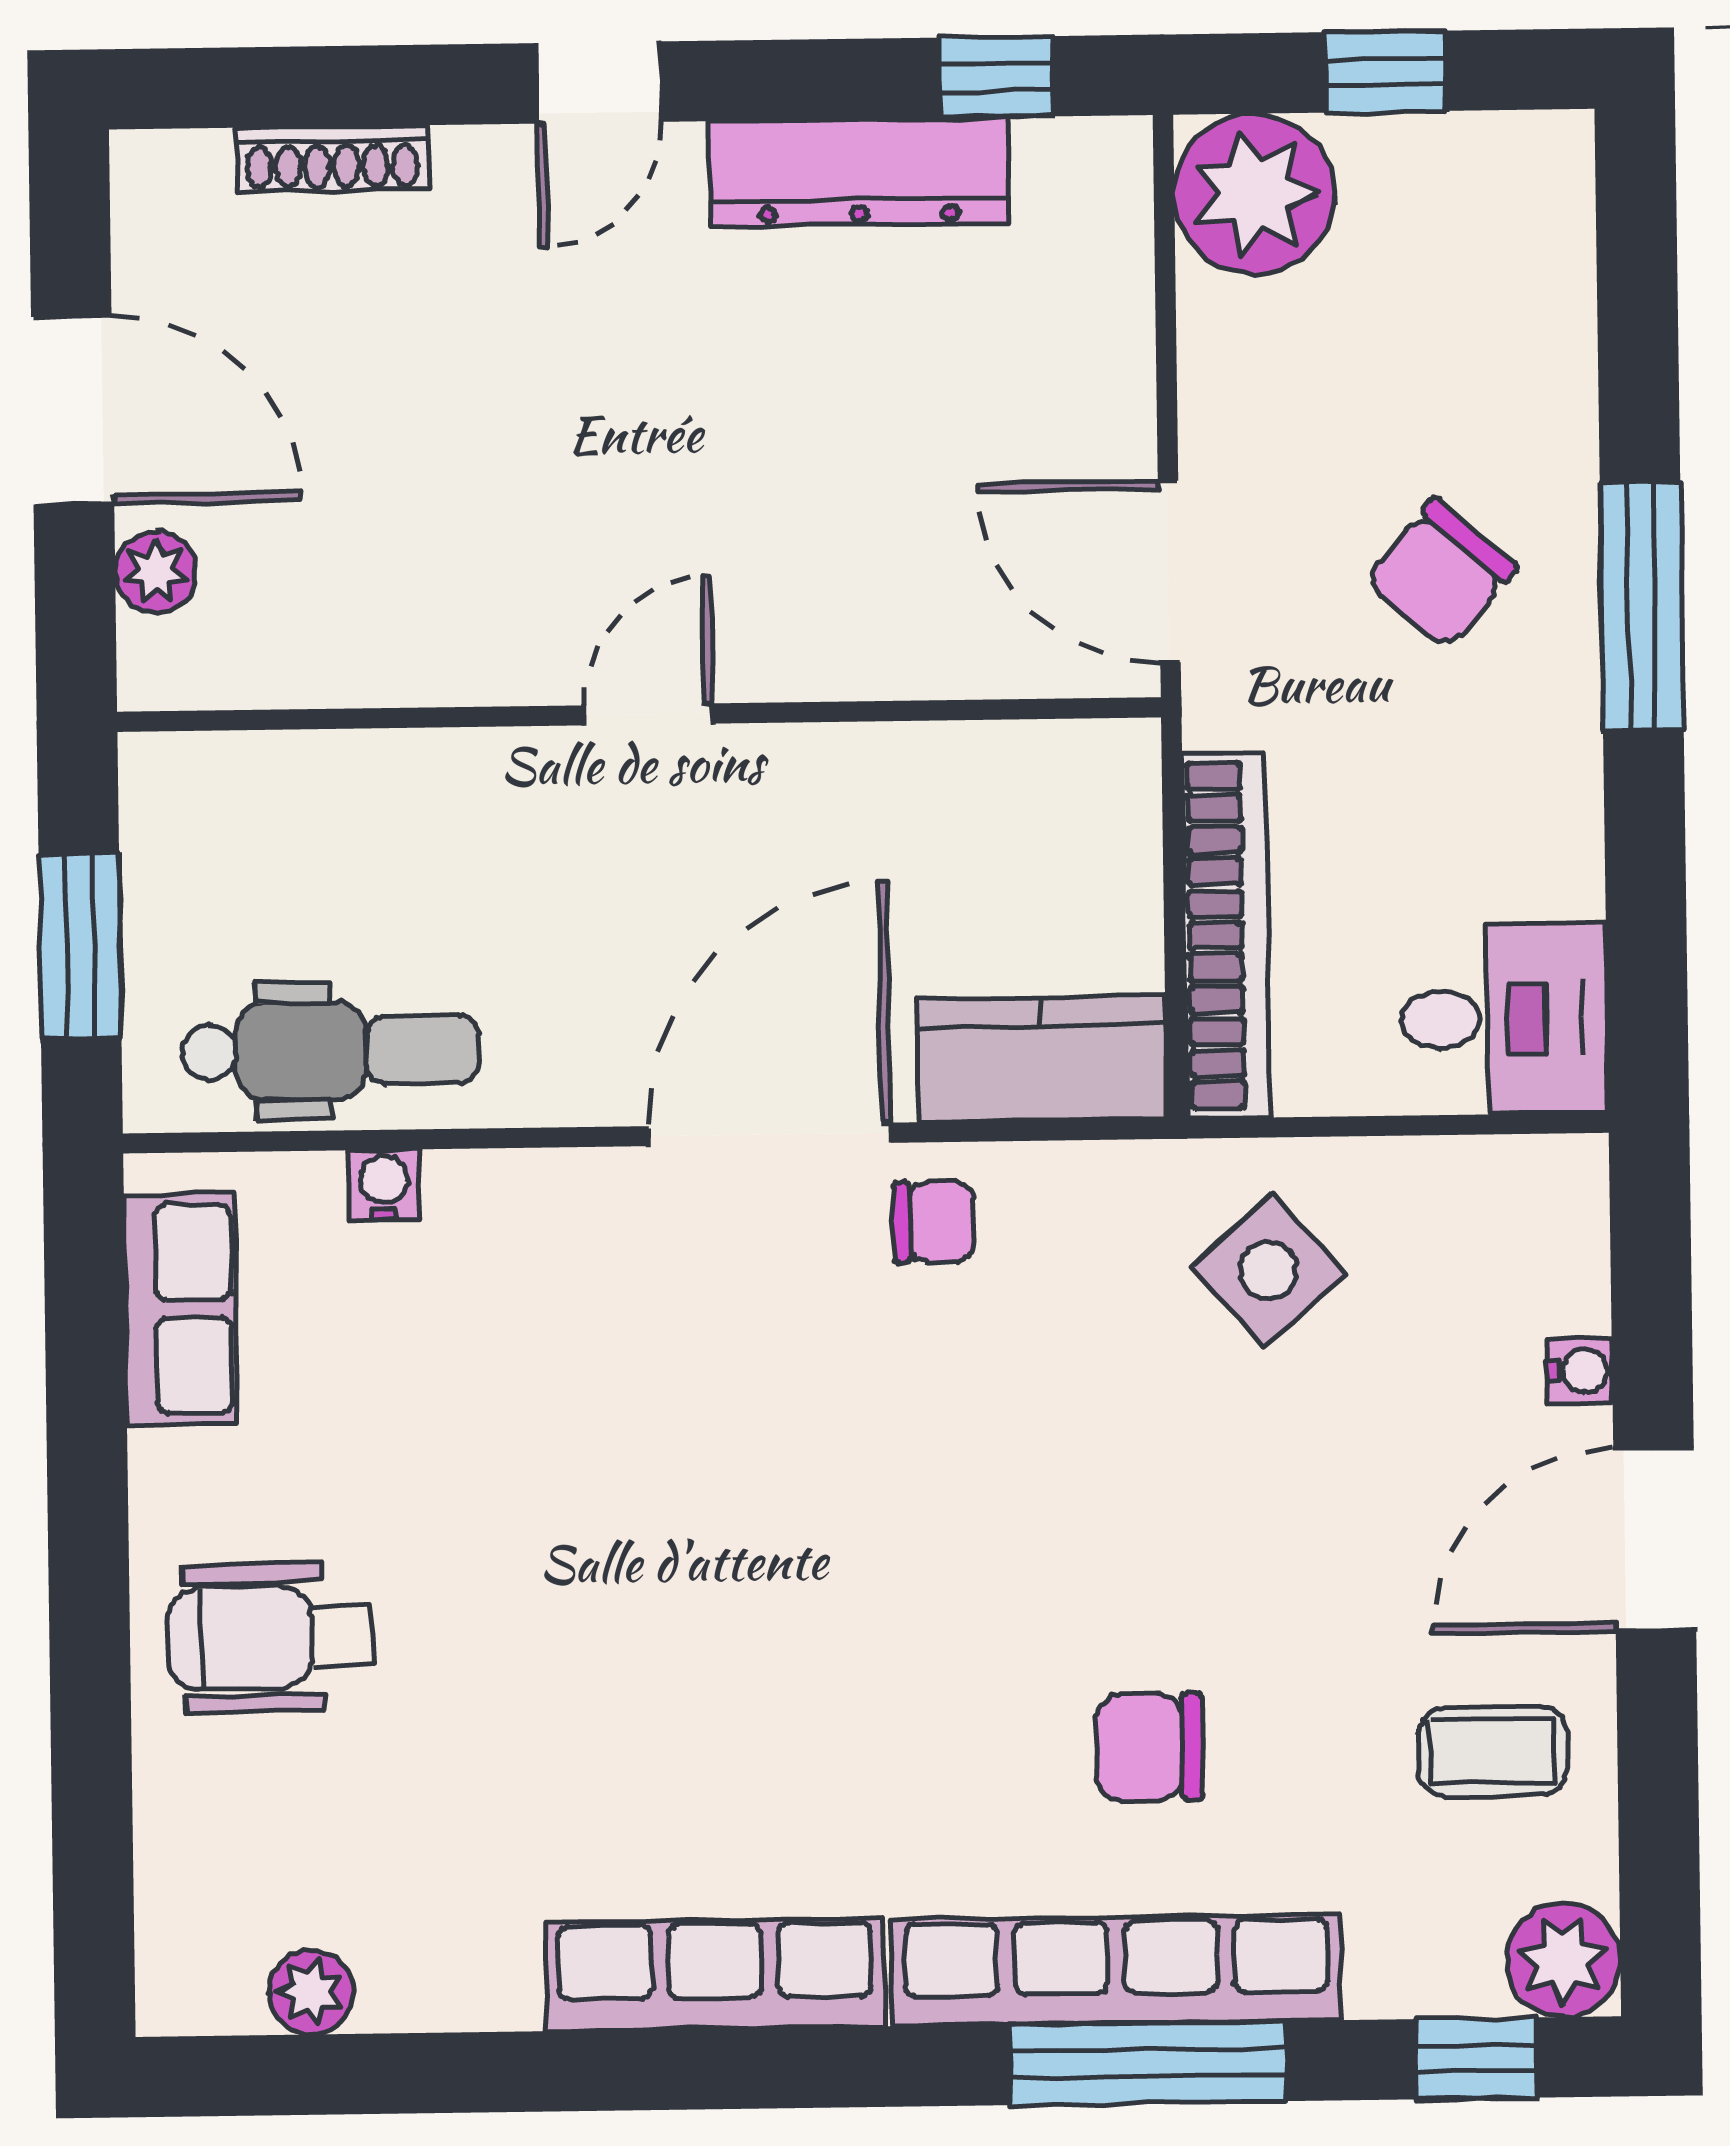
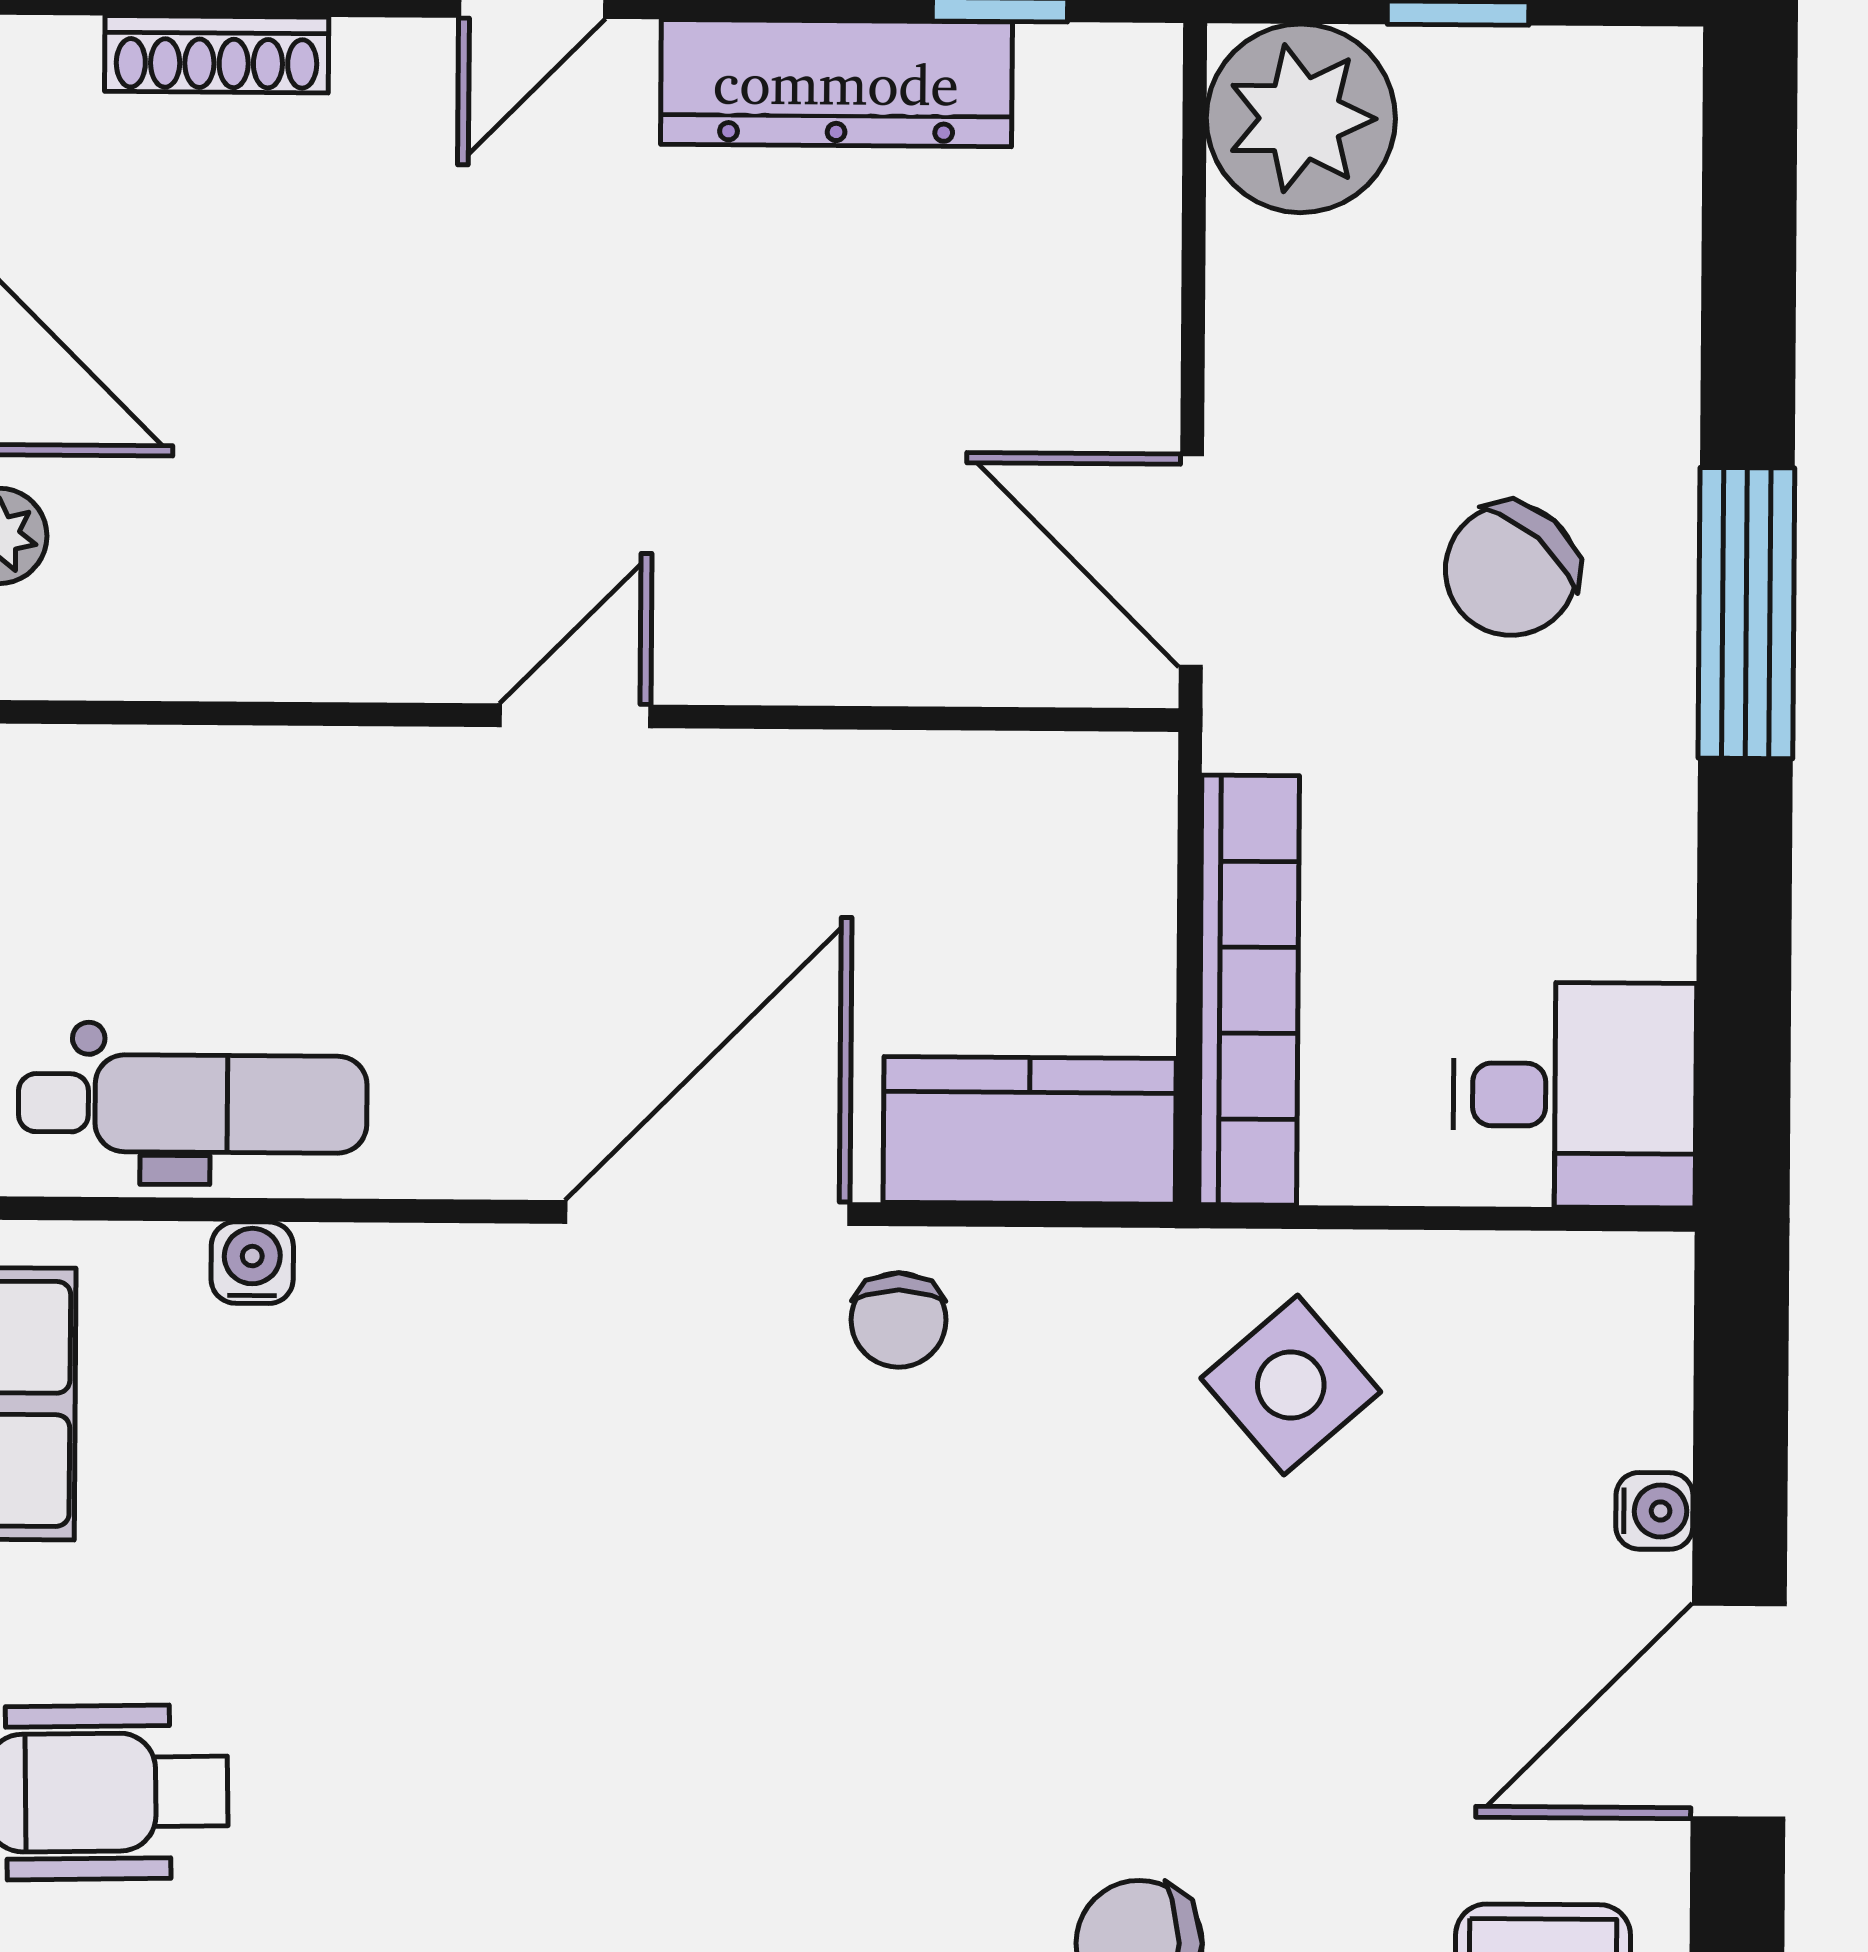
chair: (934, 1222) -> (899, 1320), turned 90

